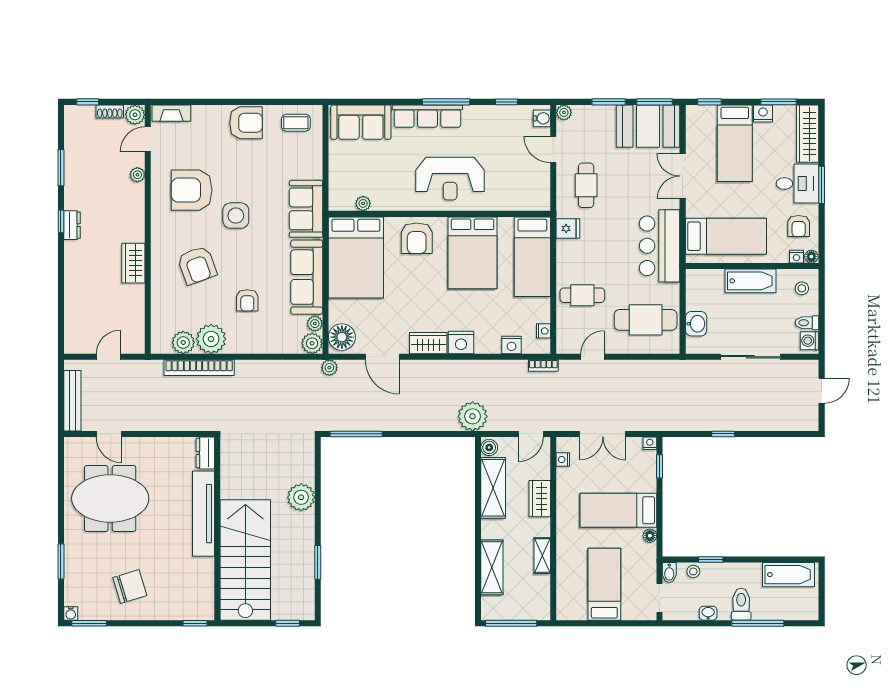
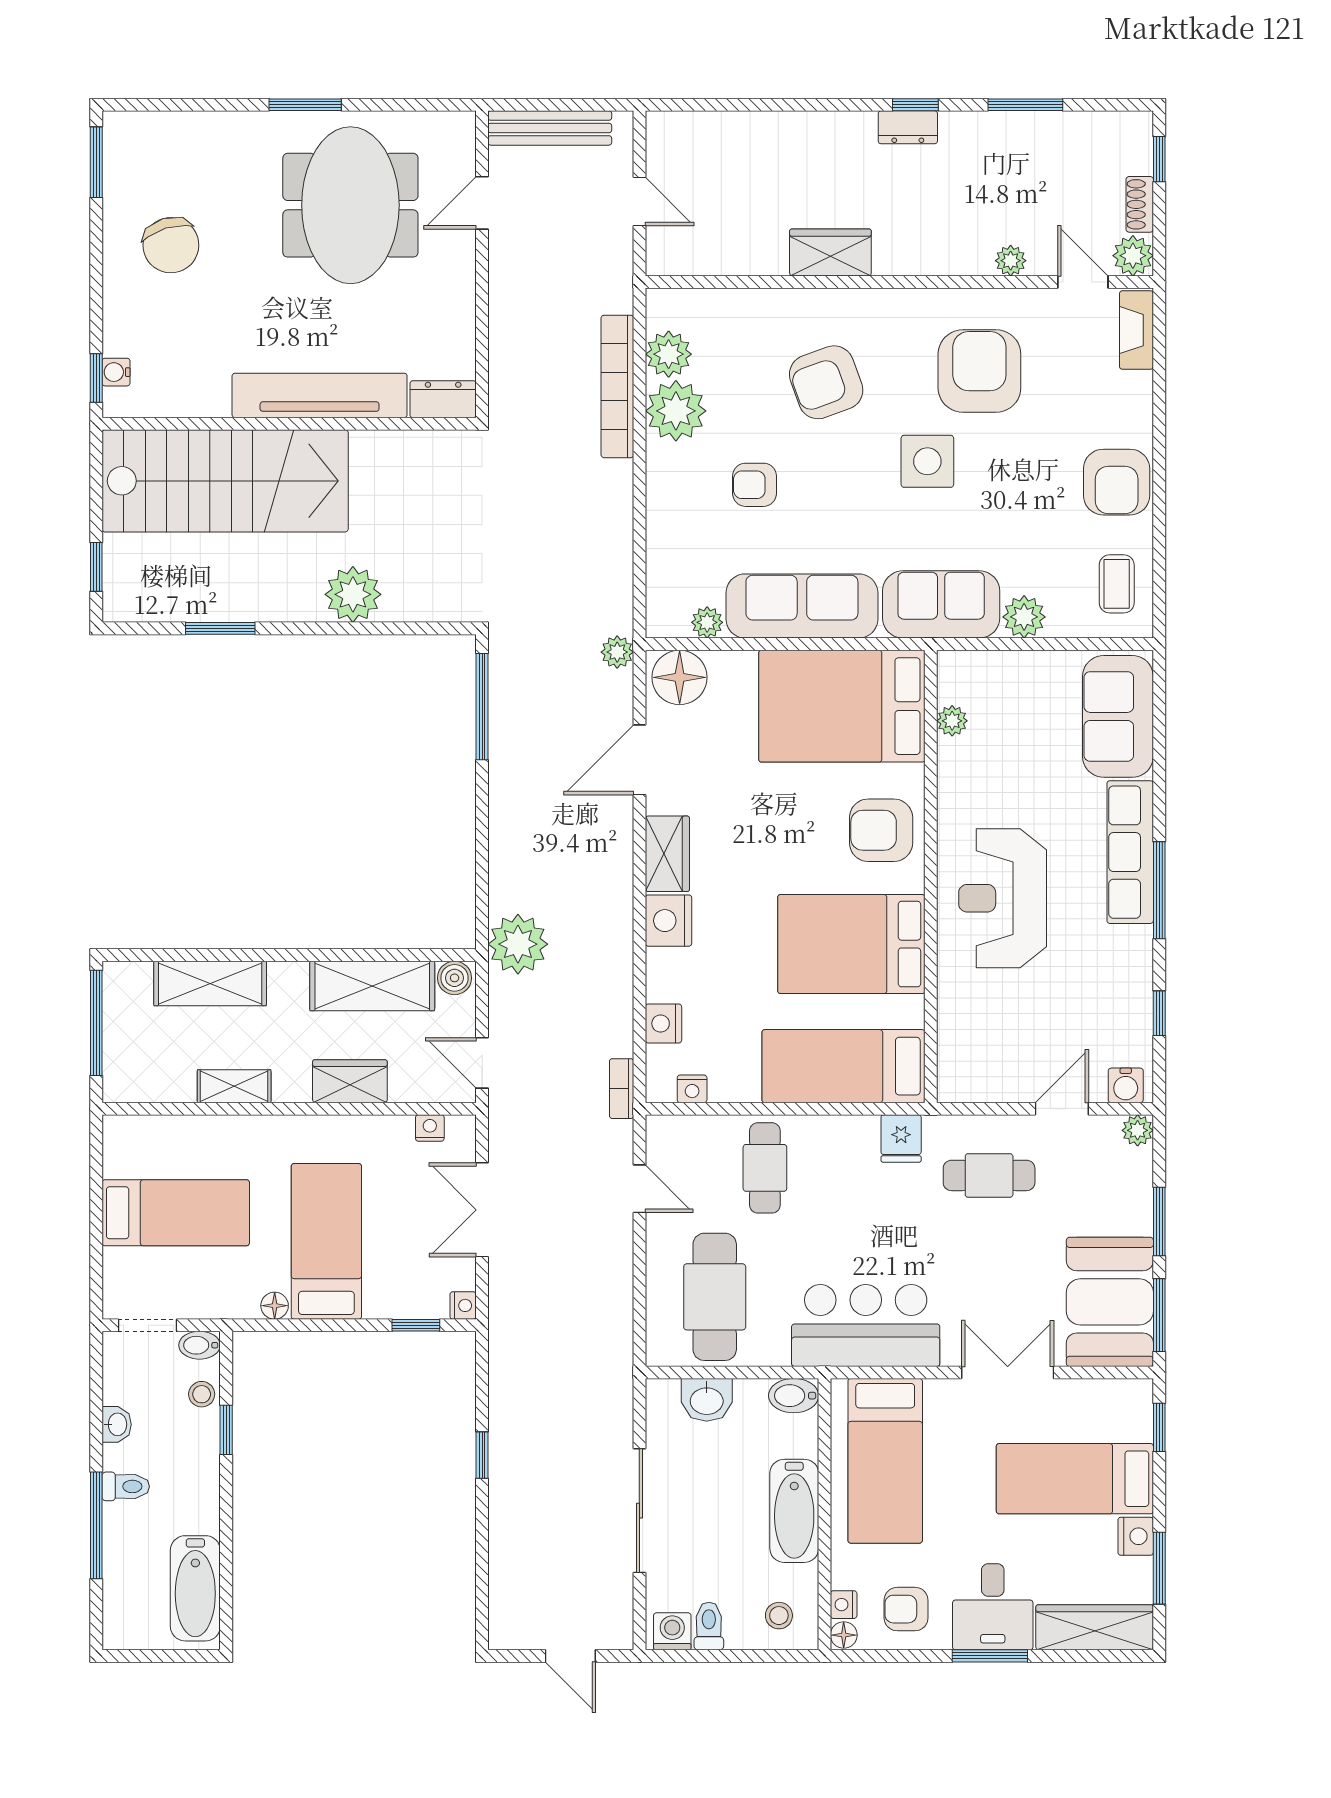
bidet: (694, 281) -> (794, 1396), added
plant: (312, 343) -> (1024, 617), moved
window: (61, 562) -> (305, 105), moved
toilet: (741, 604) -> (126, 1486), width x0.73, depth x0.72
water cooler: (71, 613) -> (116, 372), moved

